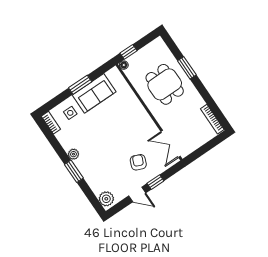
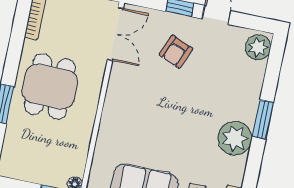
dining table: (165, 84) -> (50, 86), moved
plant: (73, 154) -> (235, 138), width x1.88, depth x1.88

